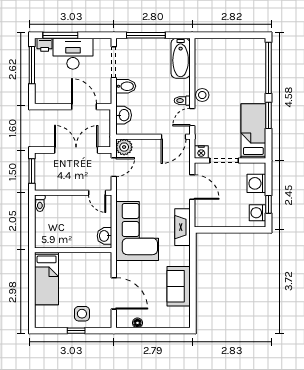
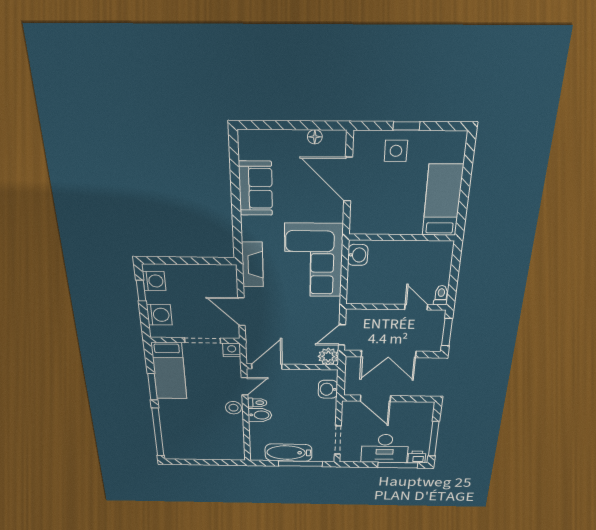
bathtub: (181, 58) -> (288, 453), moved, turned -90
bidet: (126, 86) -> (260, 415), moved, turned 180
door: (97, 193) -> (416, 307), moved

